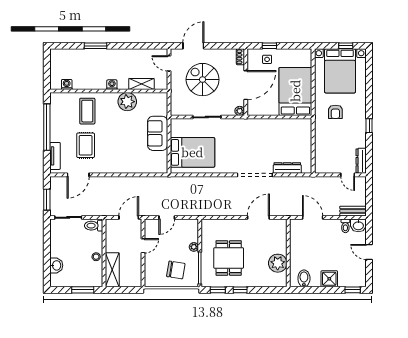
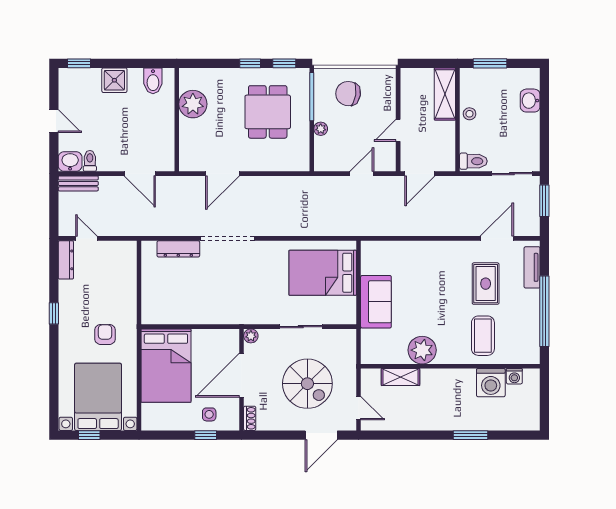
washing machine: (112, 85) -> (491, 383), moved, width x1.89, depth x1.89

